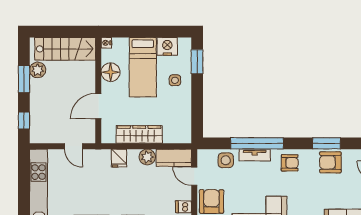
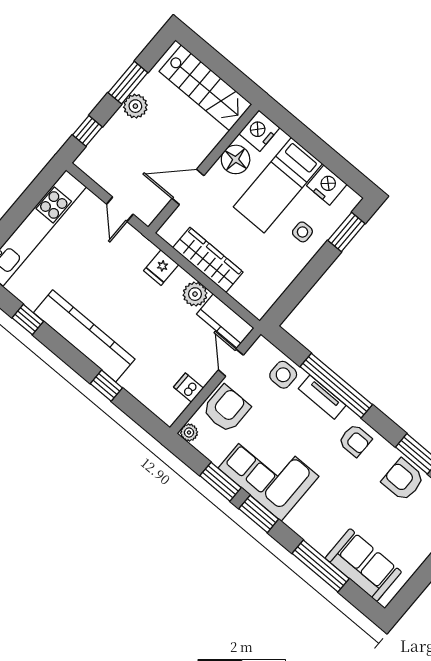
nightstand: (106, 43) -> (259, 131), width x1.89, depth x1.79
plant: (38, 70) -> (135, 106), moved

